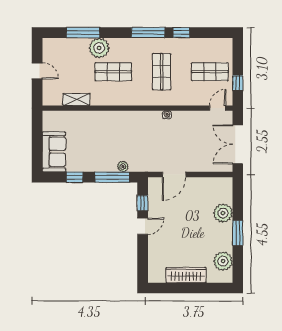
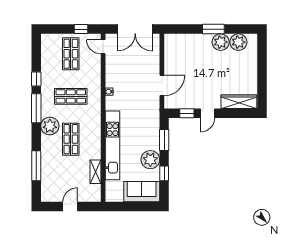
plant: (99, 48) -> (50, 126), moved
kitchen unit: (106, 119) -> (112, 145), added
plant: (123, 166) -> (150, 160), moved, width x1.88, depth x1.88
door: (174, 175) -> (162, 85), hinge flipped
window: (112, 177) -> (164, 140), width x0.69
plant: (223, 213) -> (221, 42), moved
door: (143, 226) -> (207, 113), swing flipped
wardrobe: (186, 275) -> (239, 102), moved, turned 90

